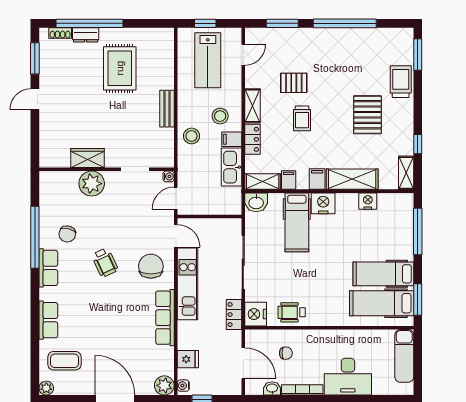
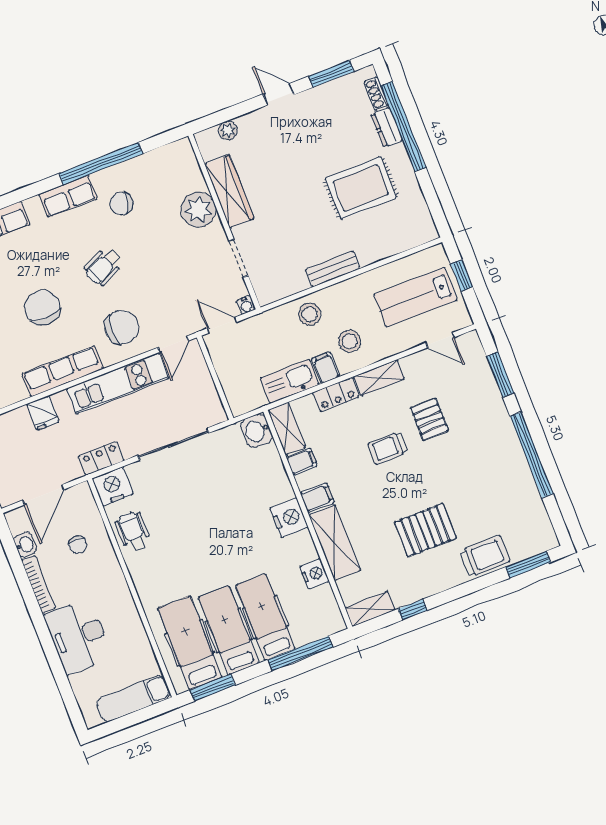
plant: (46, 143) -> (228, 130), added
wardrobe: (88, 158) -> (229, 191), width x1.50
hospital bed: (297, 222) -> (265, 617), moved, turned 90
chair: (117, 314) -> (42, 308), added
fridge: (188, 359) -> (43, 413), moved

